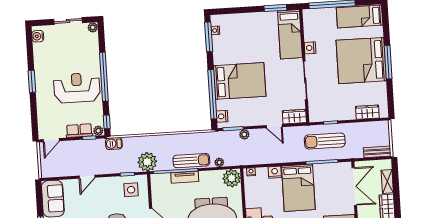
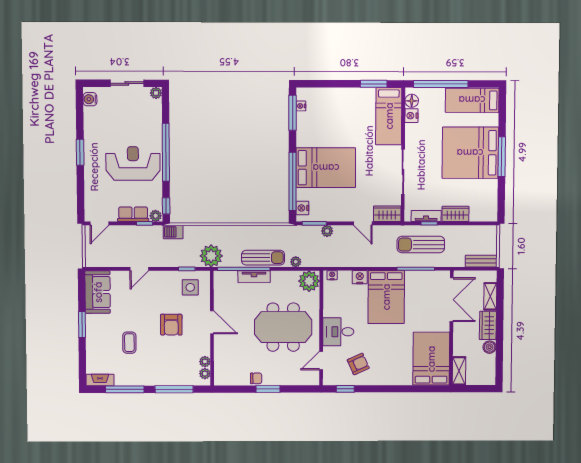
floor lamp: (308, 20) -> (412, 101), added
nightstand: (310, 48) -> (411, 116), moved
wardrobe: (367, 112) -> (455, 214), moved
tv unit: (328, 116) -> (426, 216), added

